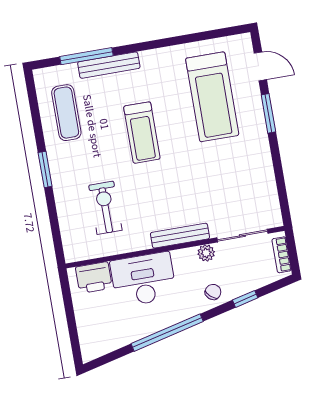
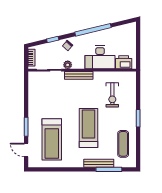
treadmill: (212, 97) -> (52, 139), turned 180
treadmill: (142, 133) -> (89, 128), width x1.37, depth x1.38

